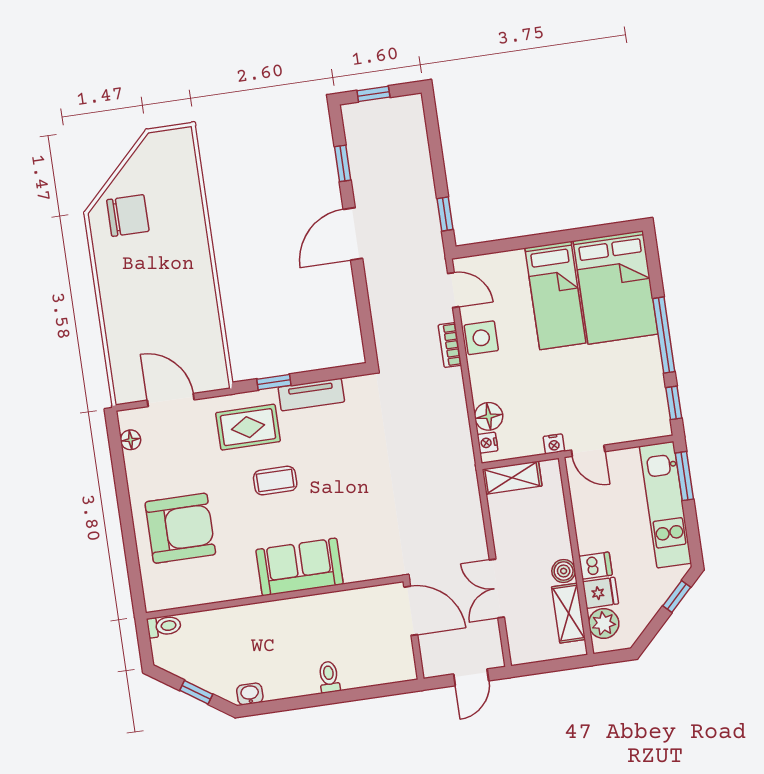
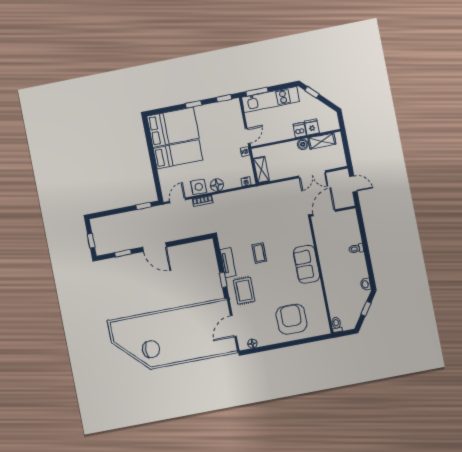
chair: (128, 216) -> (151, 349), turned 90
window: (664, 335) -> (194, 104), width x0.46
floor lamp: (489, 416) -> (217, 185), moved
coffee table: (275, 481) -> (259, 253), moved
plant: (604, 623) -> (326, 125), removed

